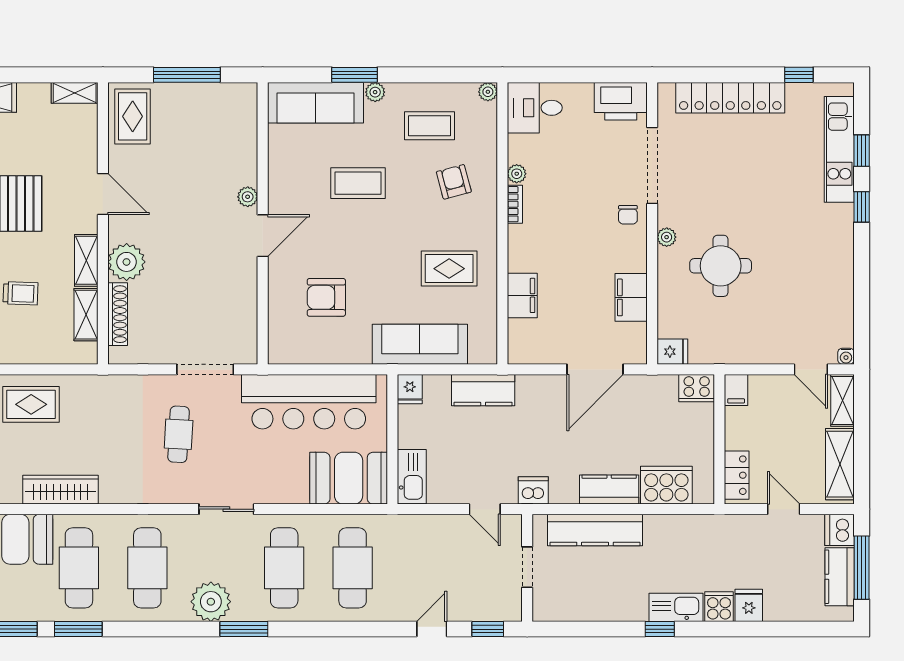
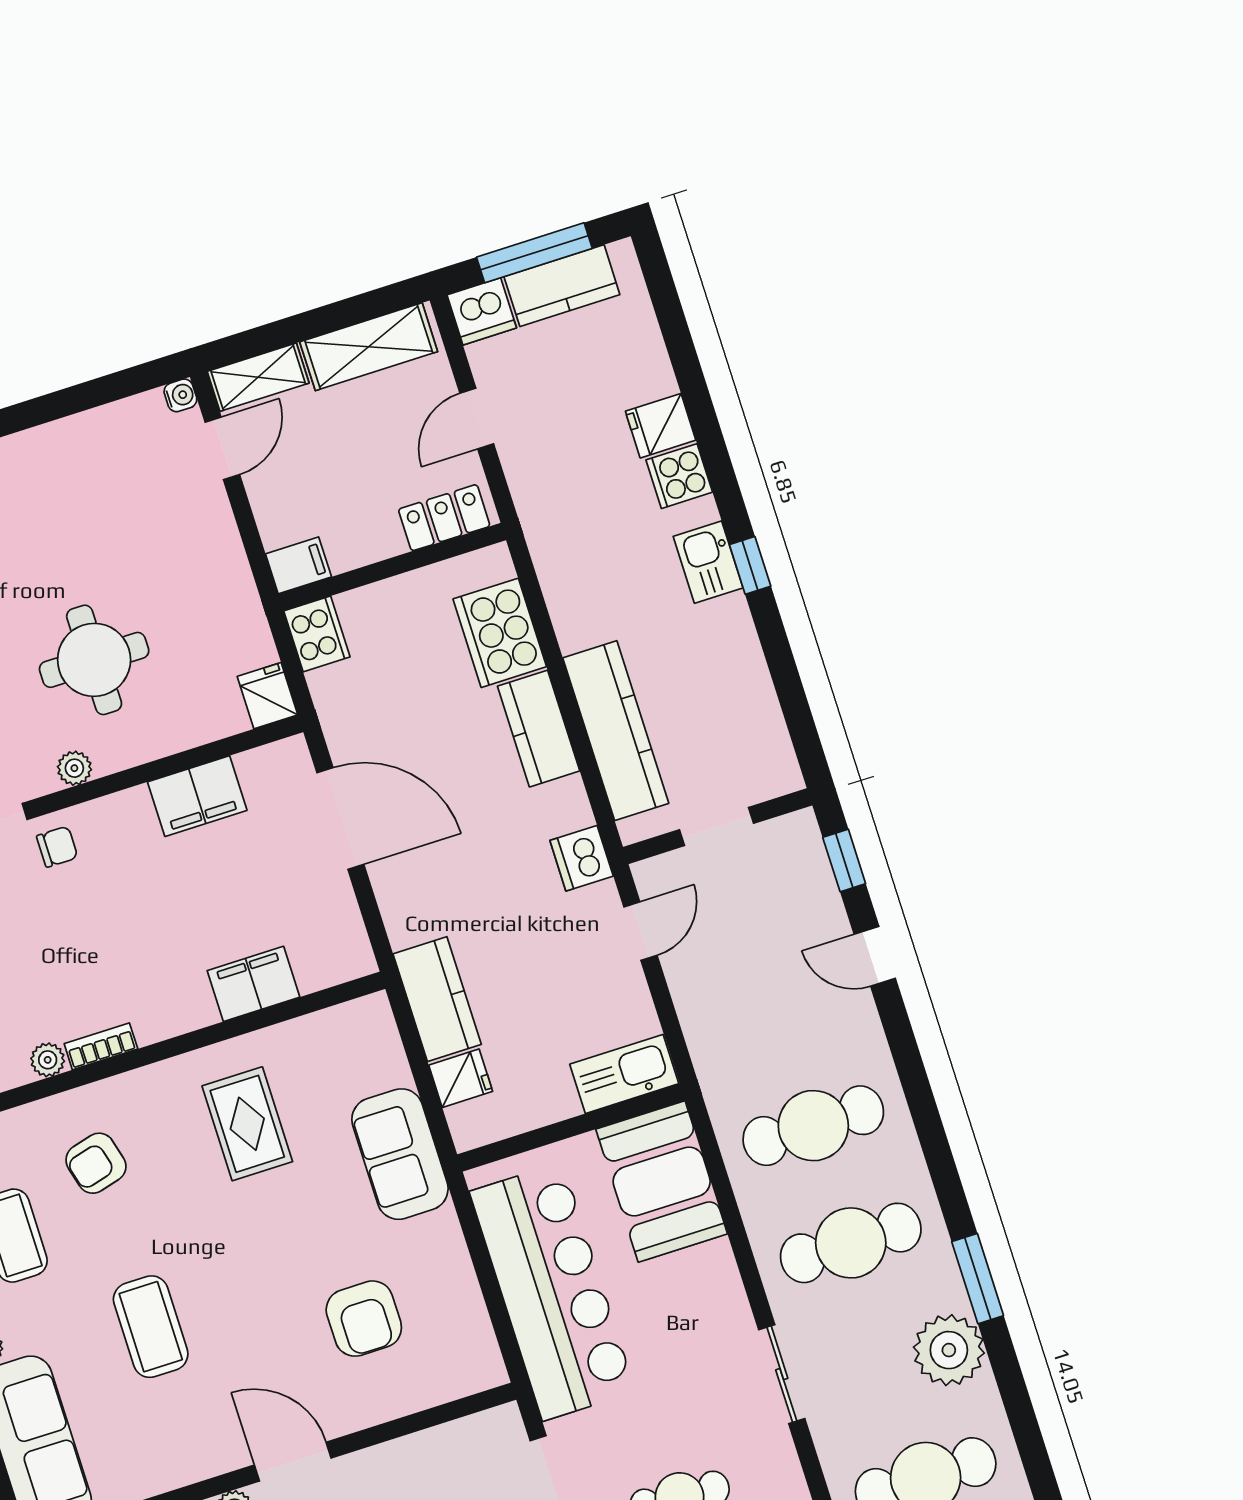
sofa: (420, 344) -> (400, 1154), width x0.73
fridge: (410, 389) -> (461, 1078), moved
kitchen sink: (676, 607) -> (708, 562), width x0.73

